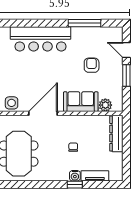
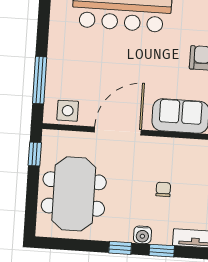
water cooler: (75, 176) -> (142, 235), moved
window: (49, 185) -> (120, 248), added

